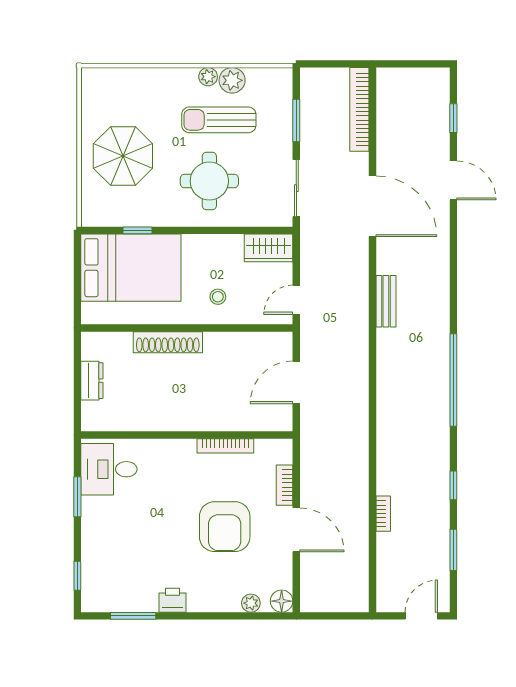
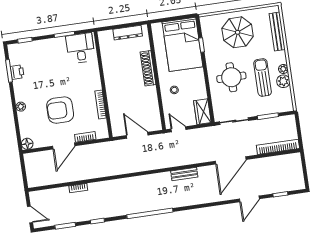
bench: (133, 78) -> (277, 32), added
dresser: (92, 381) -> (128, 33), width x1.44
printer: (172, 600) -> (17, 72), moved
plant: (251, 603) -> (21, 107), moved

